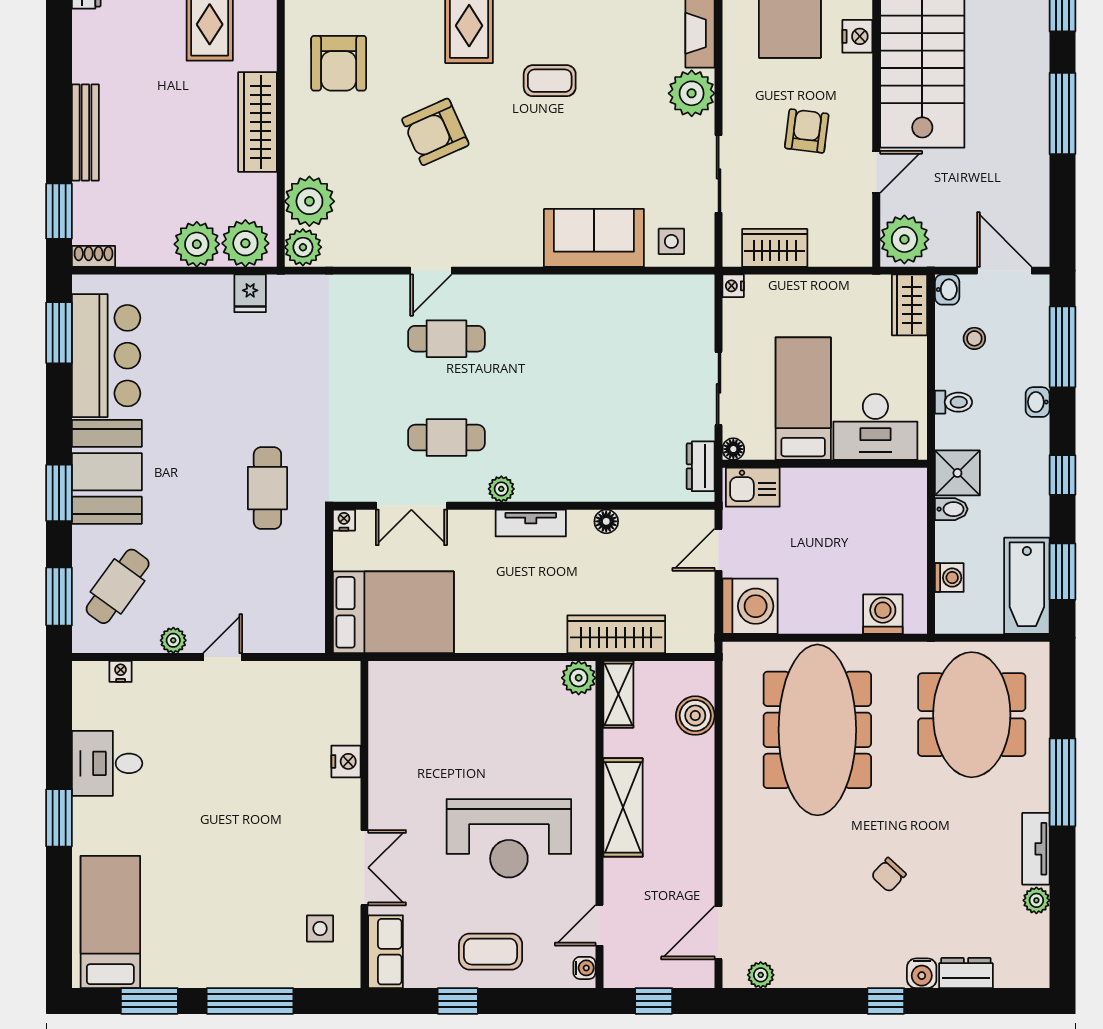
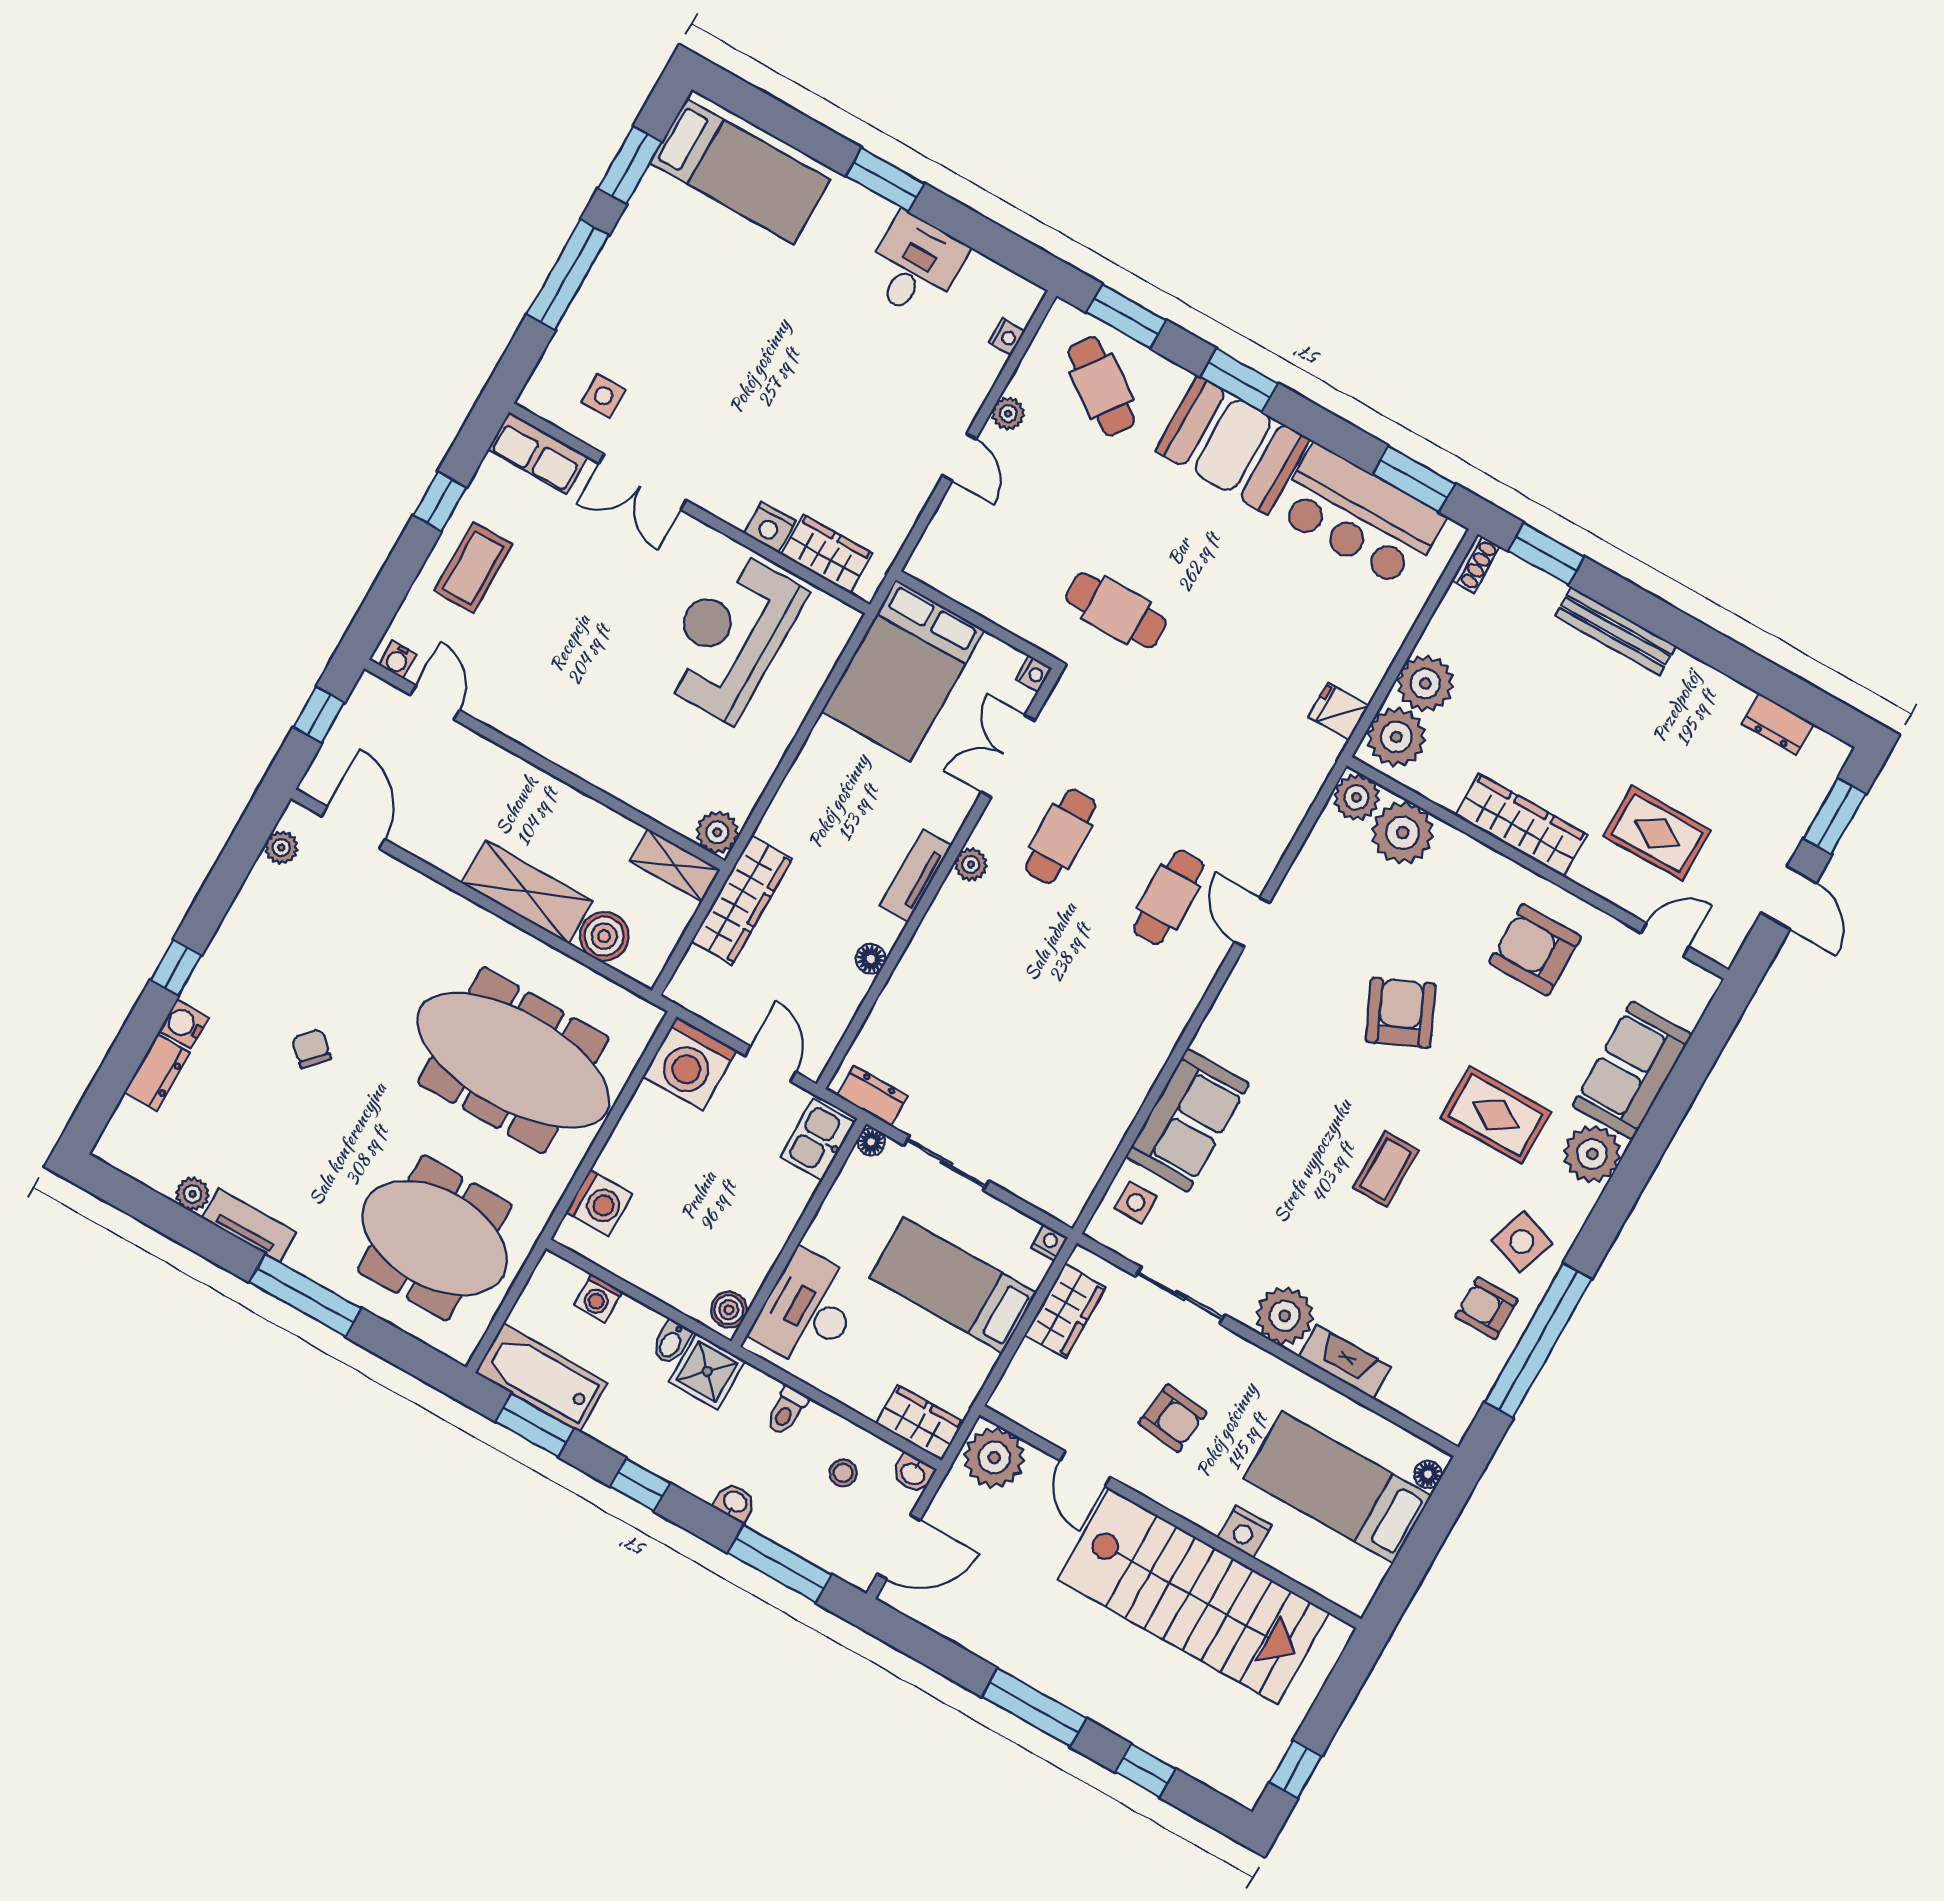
bed: (803, 399) -> (953, 1285), moved, turned 180
boiler: (906, 482) -> (729, 1310), added
wardrobe: (342, 711) -> (827, 554), added
shelving: (623, 807) -> (527, 892), moved
reception desk: (509, 838) -> (730, 635), moved

